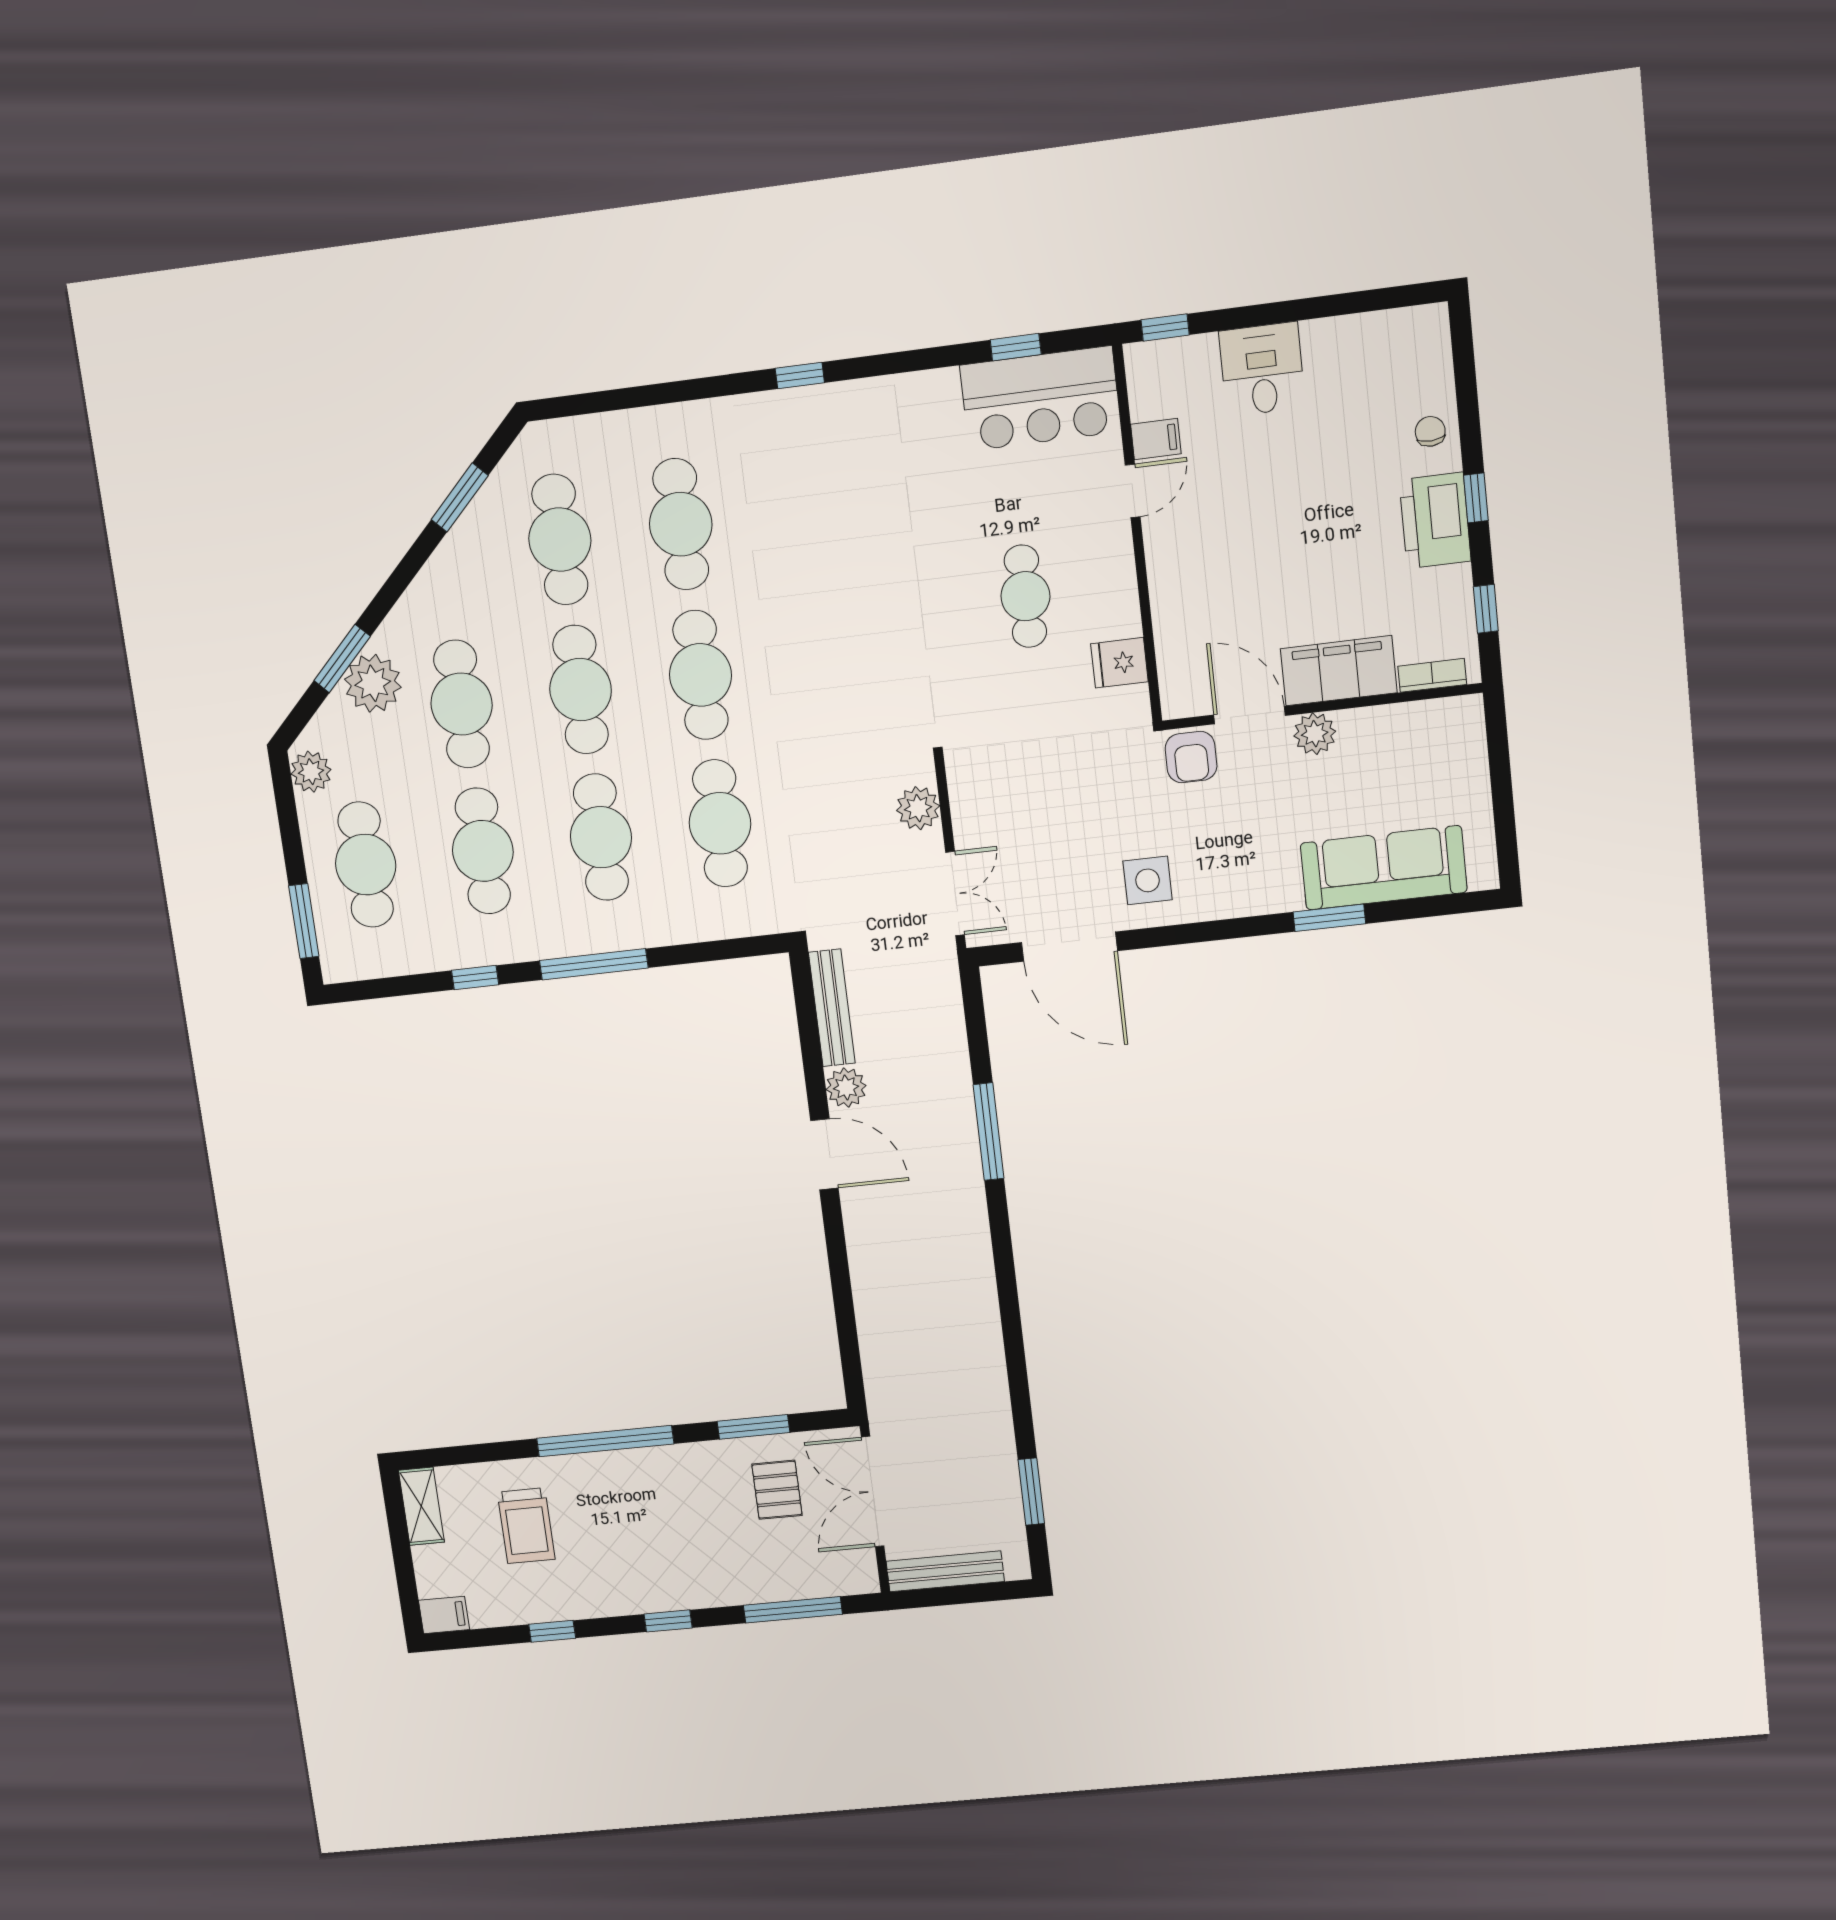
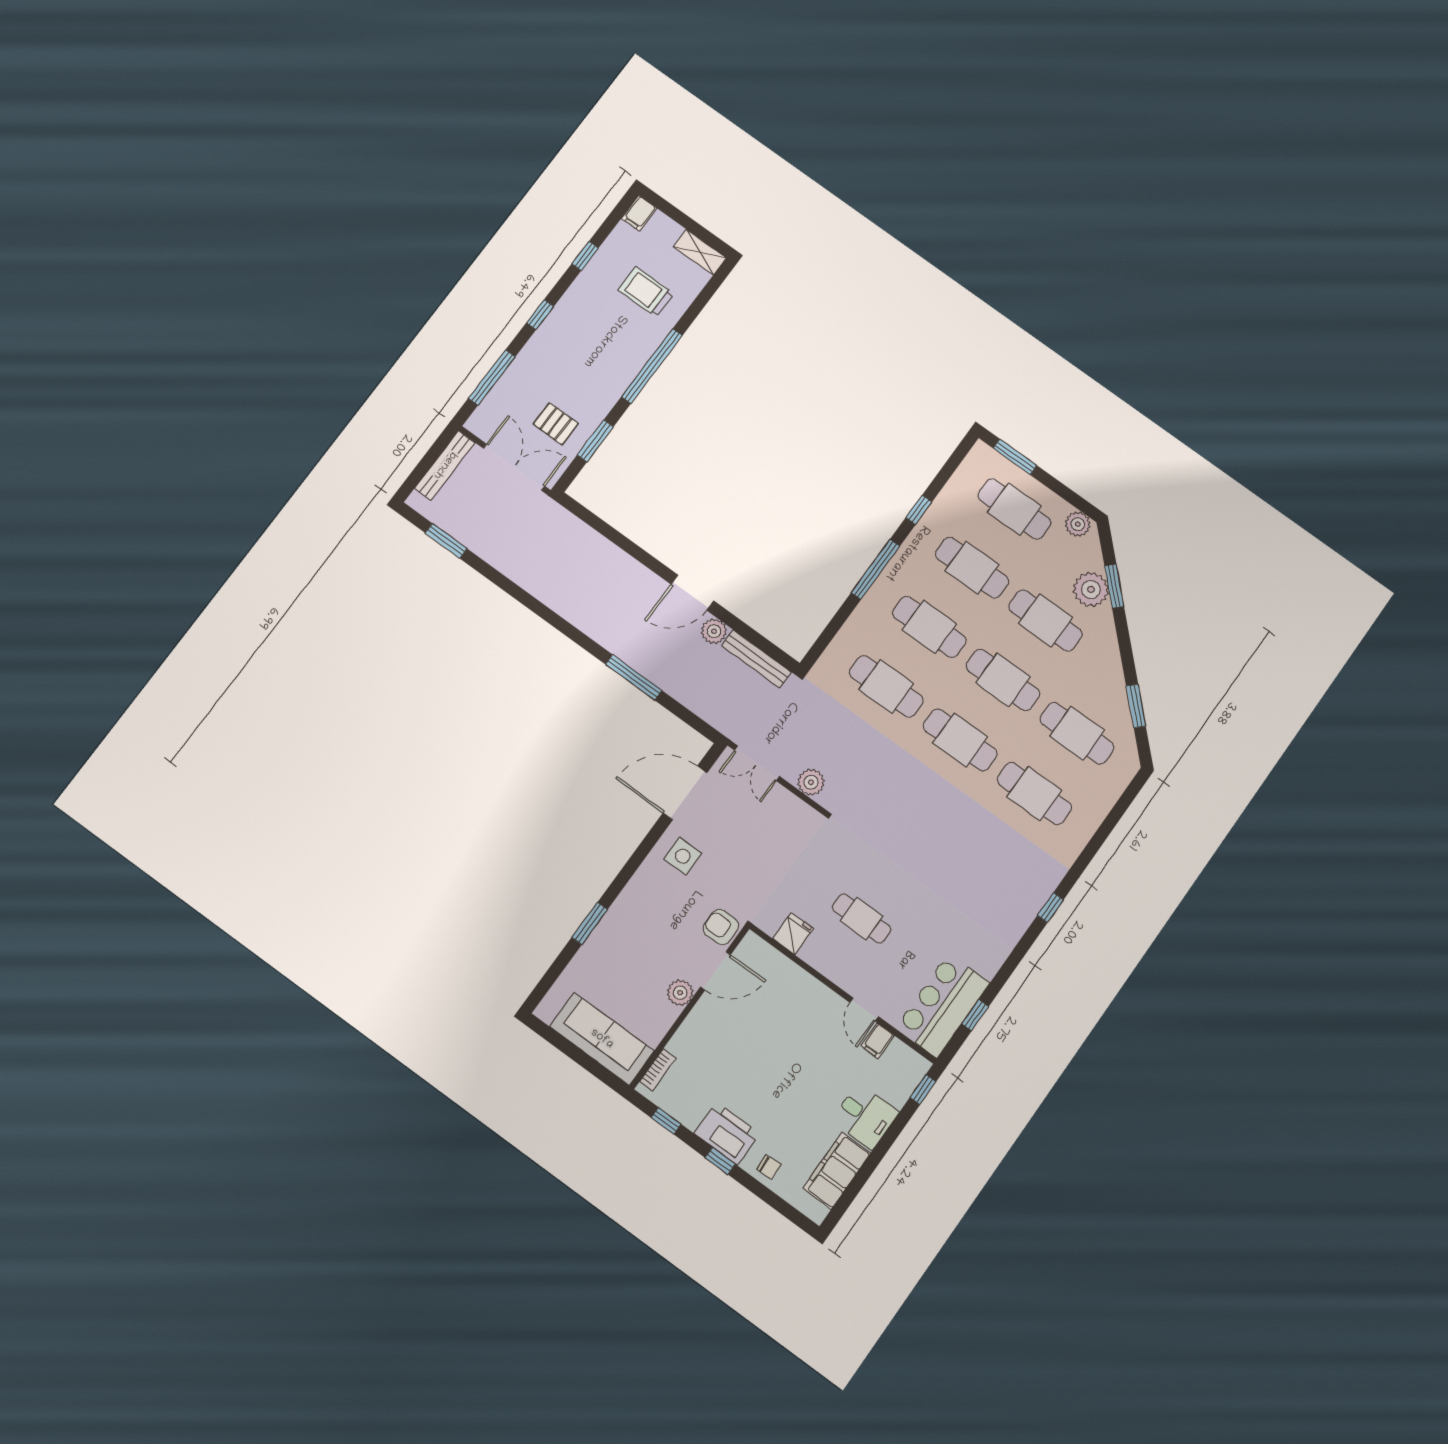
filing cabinet: (1339, 671) -> (837, 1171), moved, turned 180
sofa: (1384, 868) -> (602, 1039), moved, turned -90

